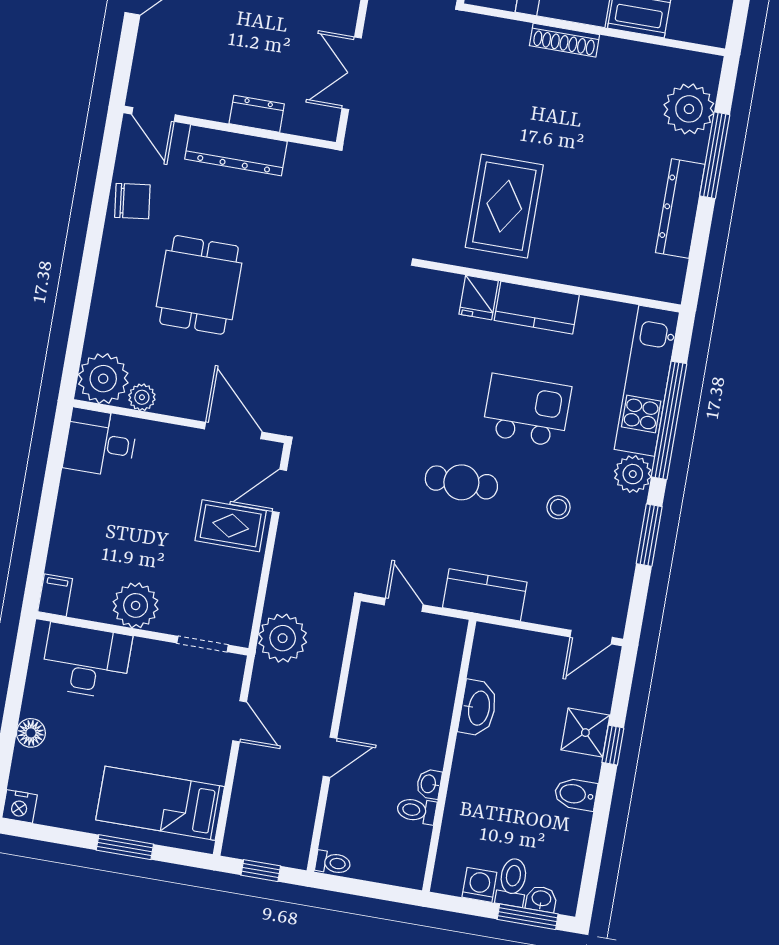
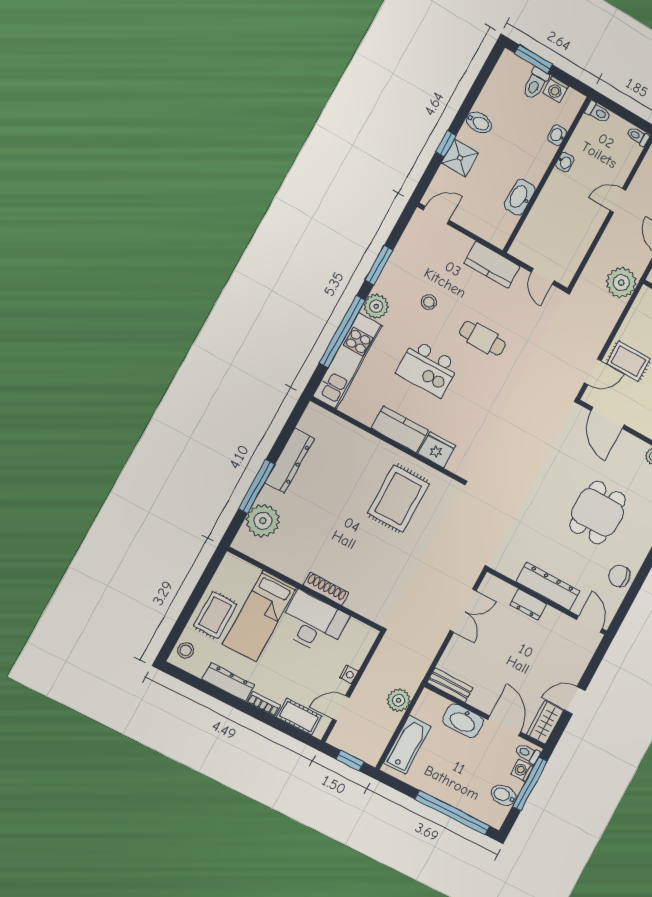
fridge: (479, 298) -> (437, 450), width x1.38
toilet: (416, 811) -> (598, 112), moved
washbasin: (541, 899) -> (557, 135), moved, turned 90

